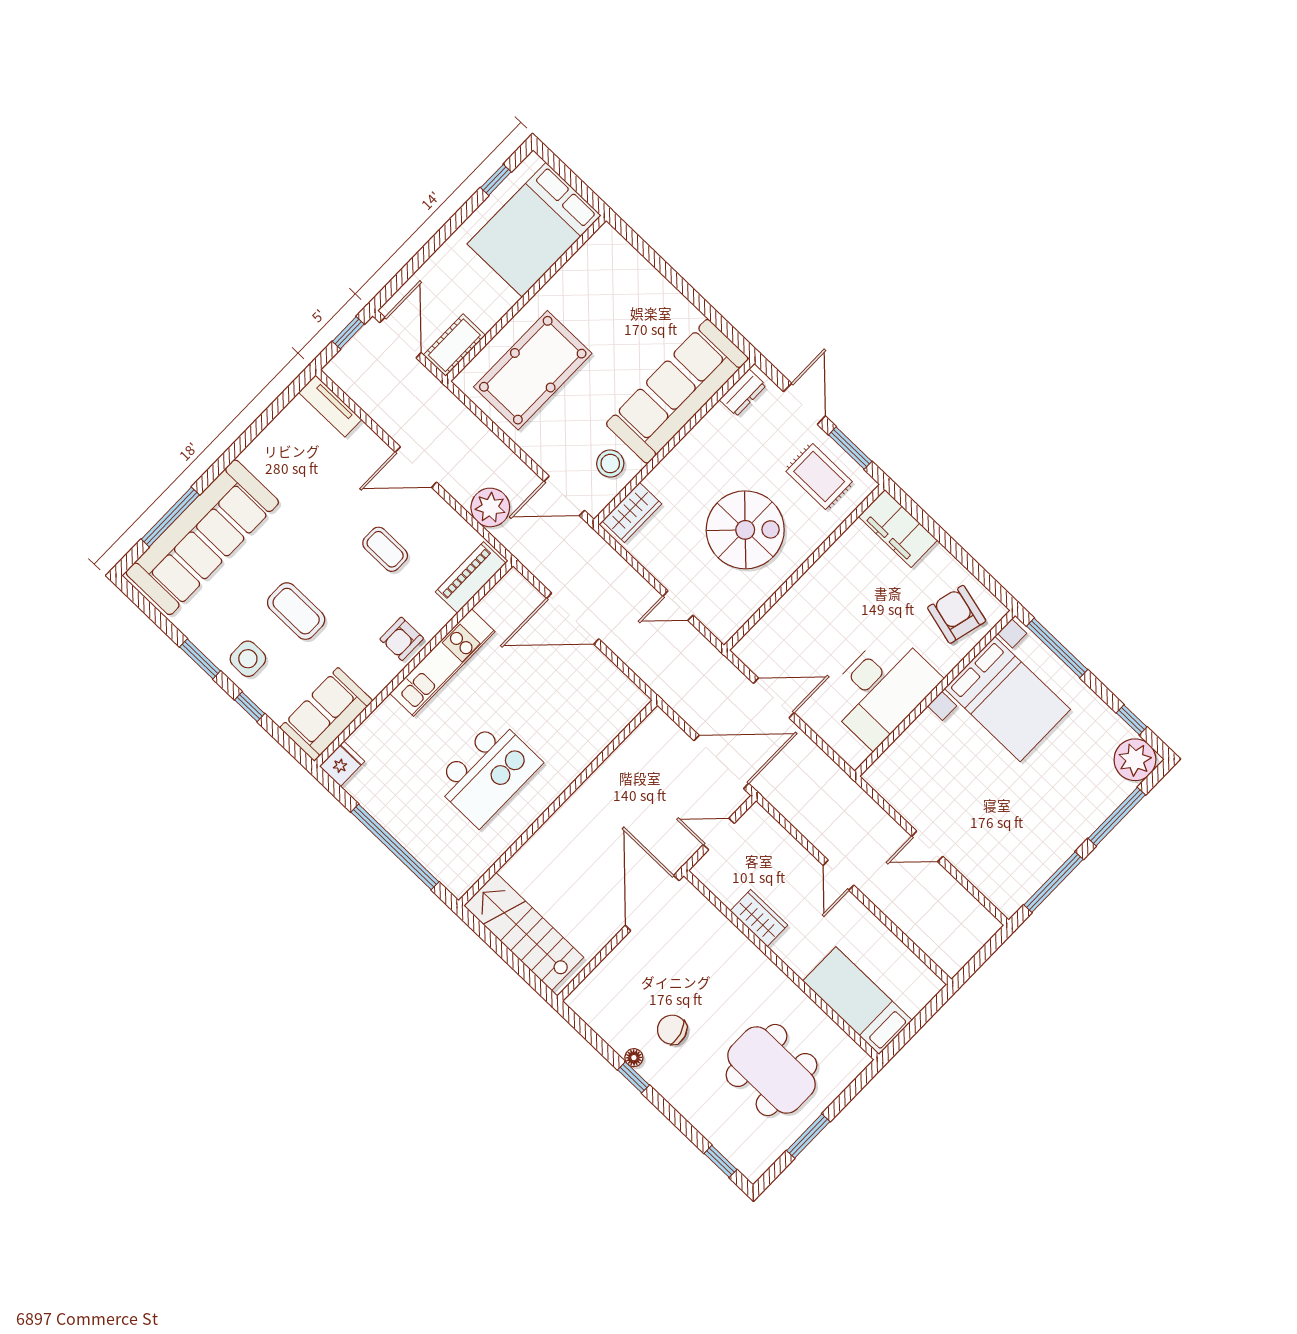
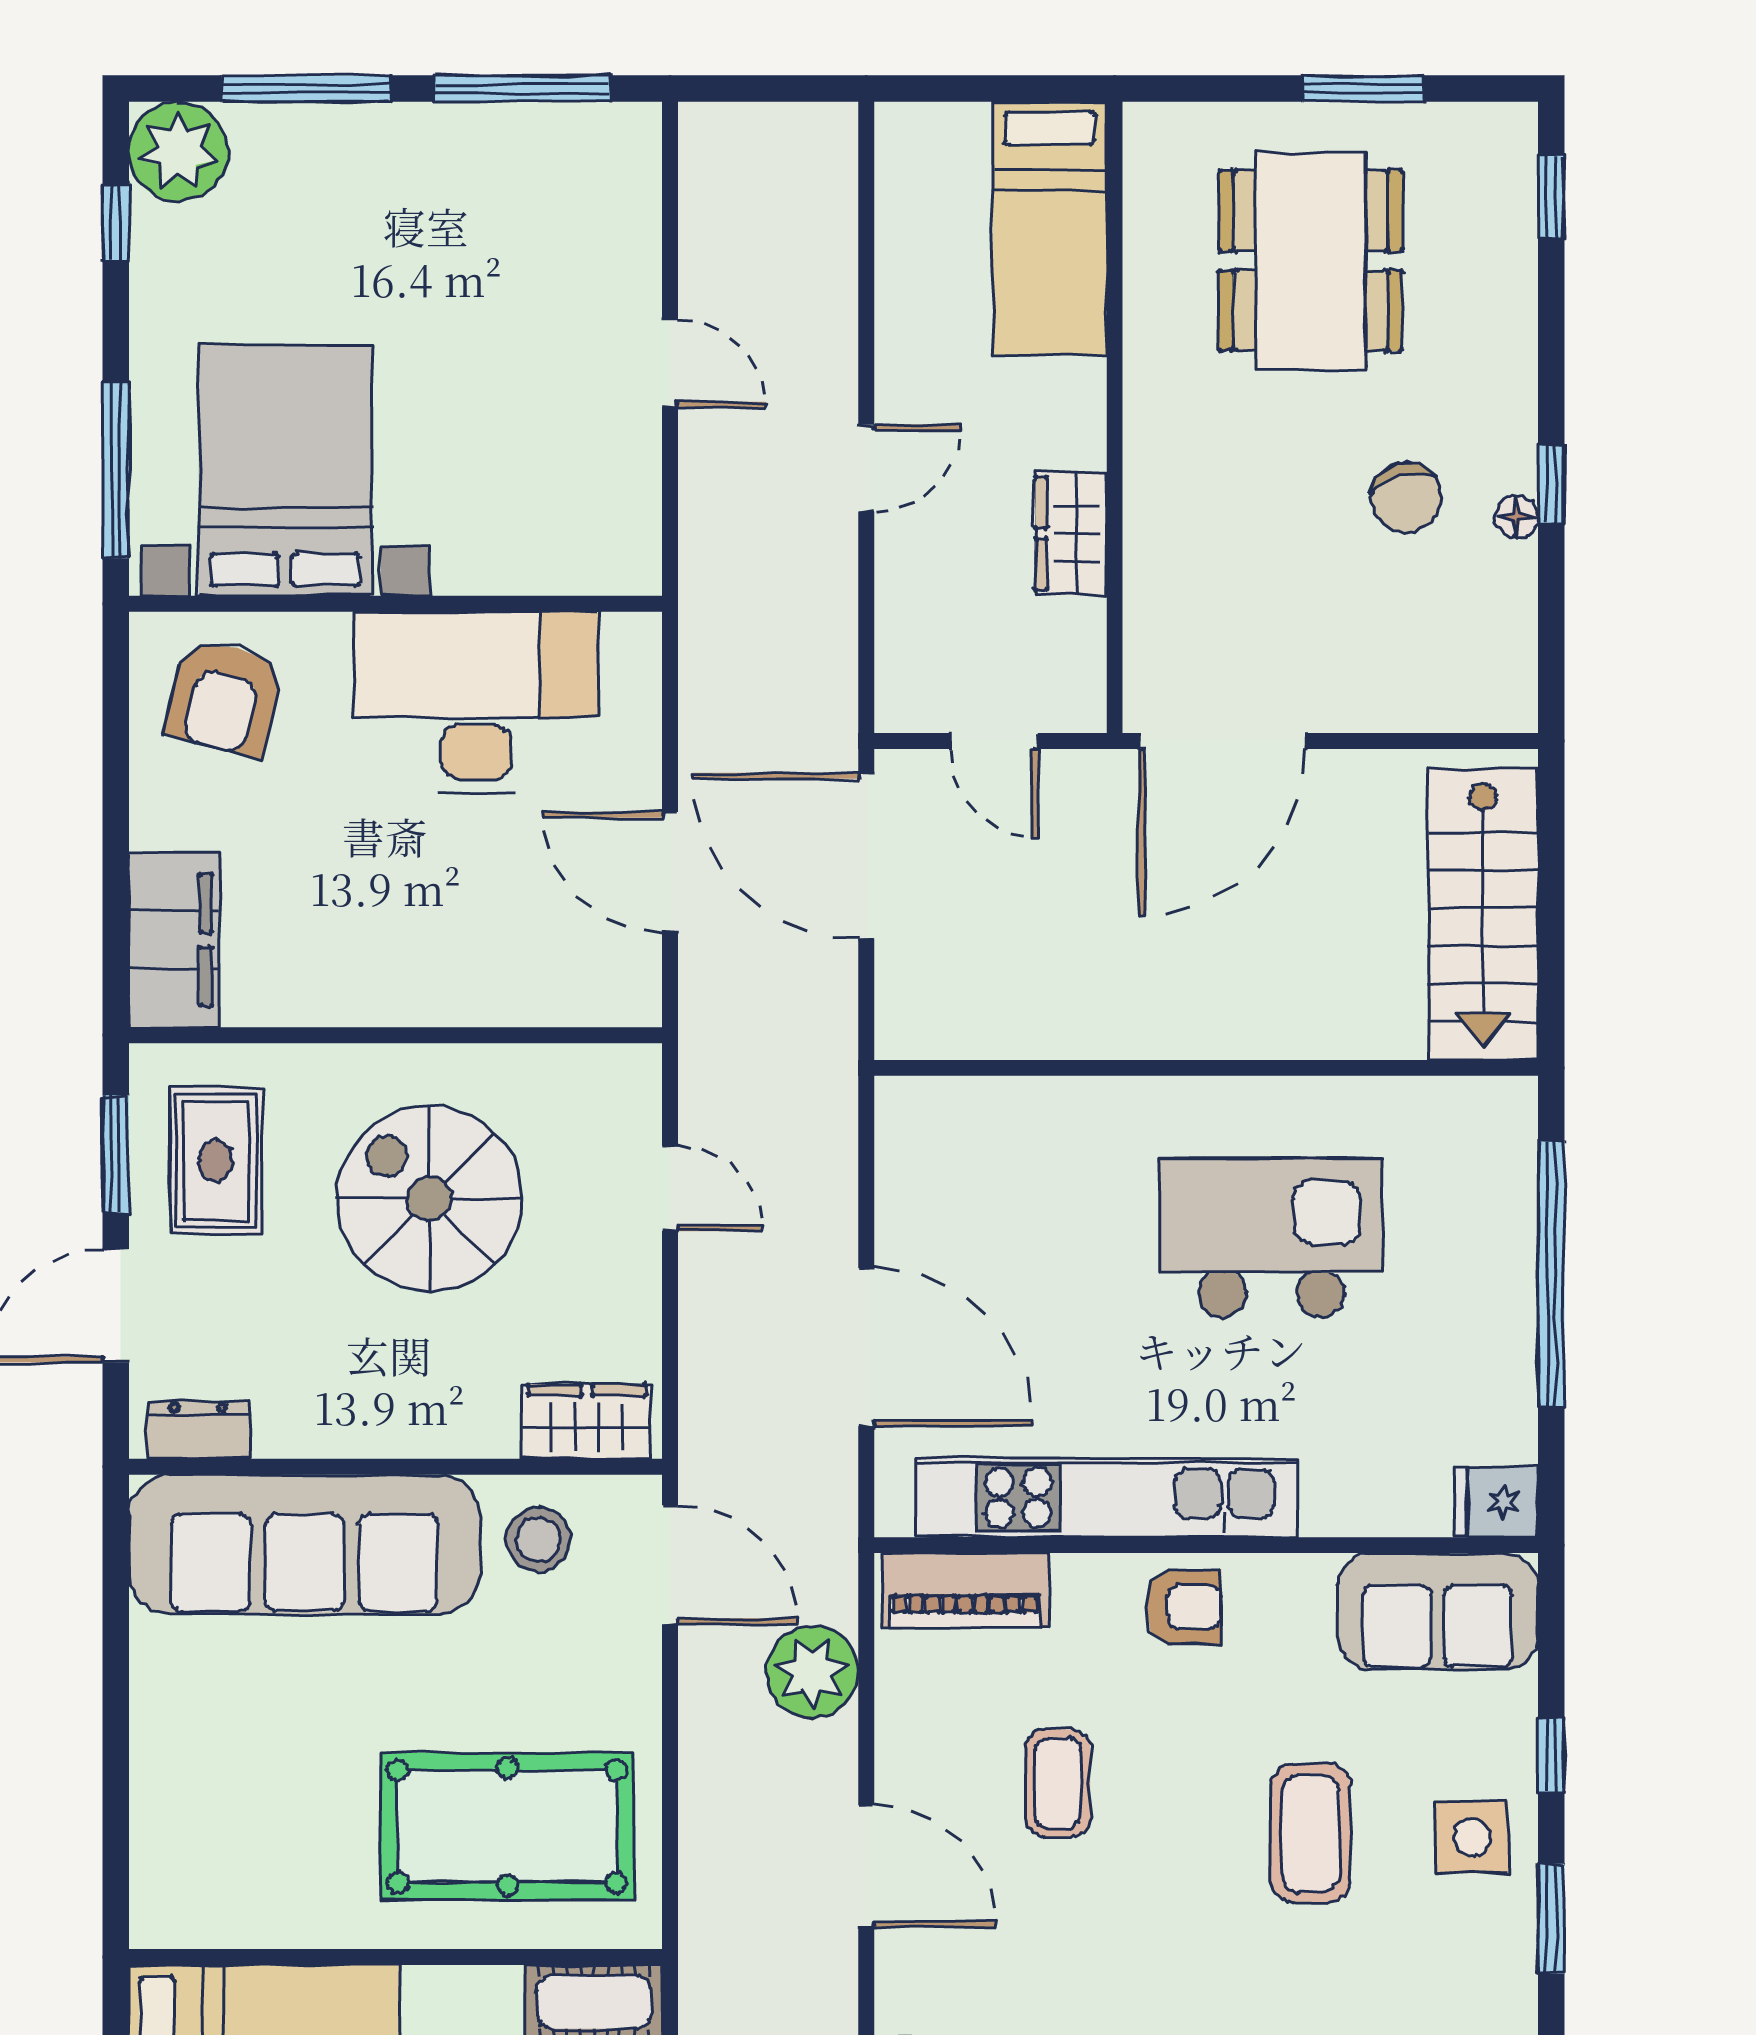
kitchen unit: (442, 663) -> (1106, 1498), width x1.36

